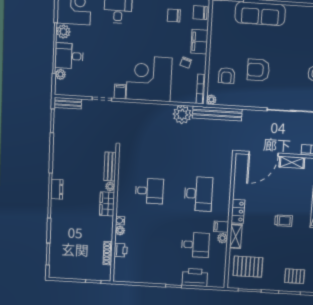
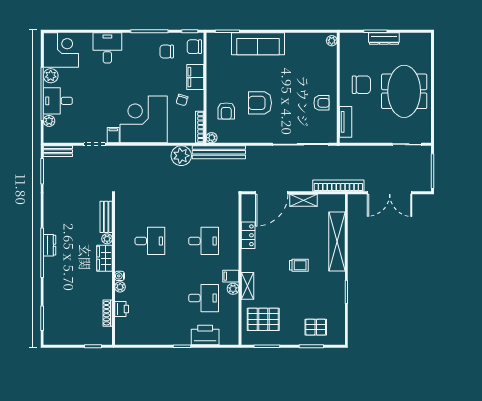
desk: (198, 194) -> (204, 241), width x0.73
locker: (238, 211) -> (248, 235), moved

